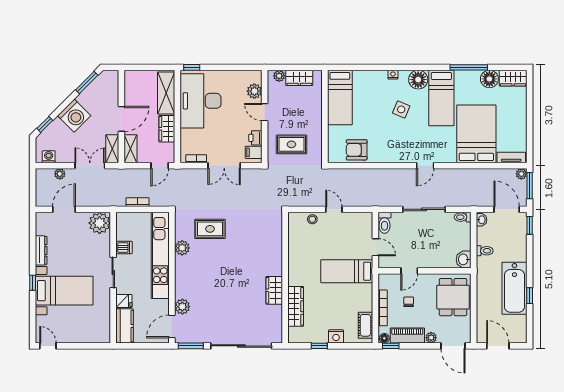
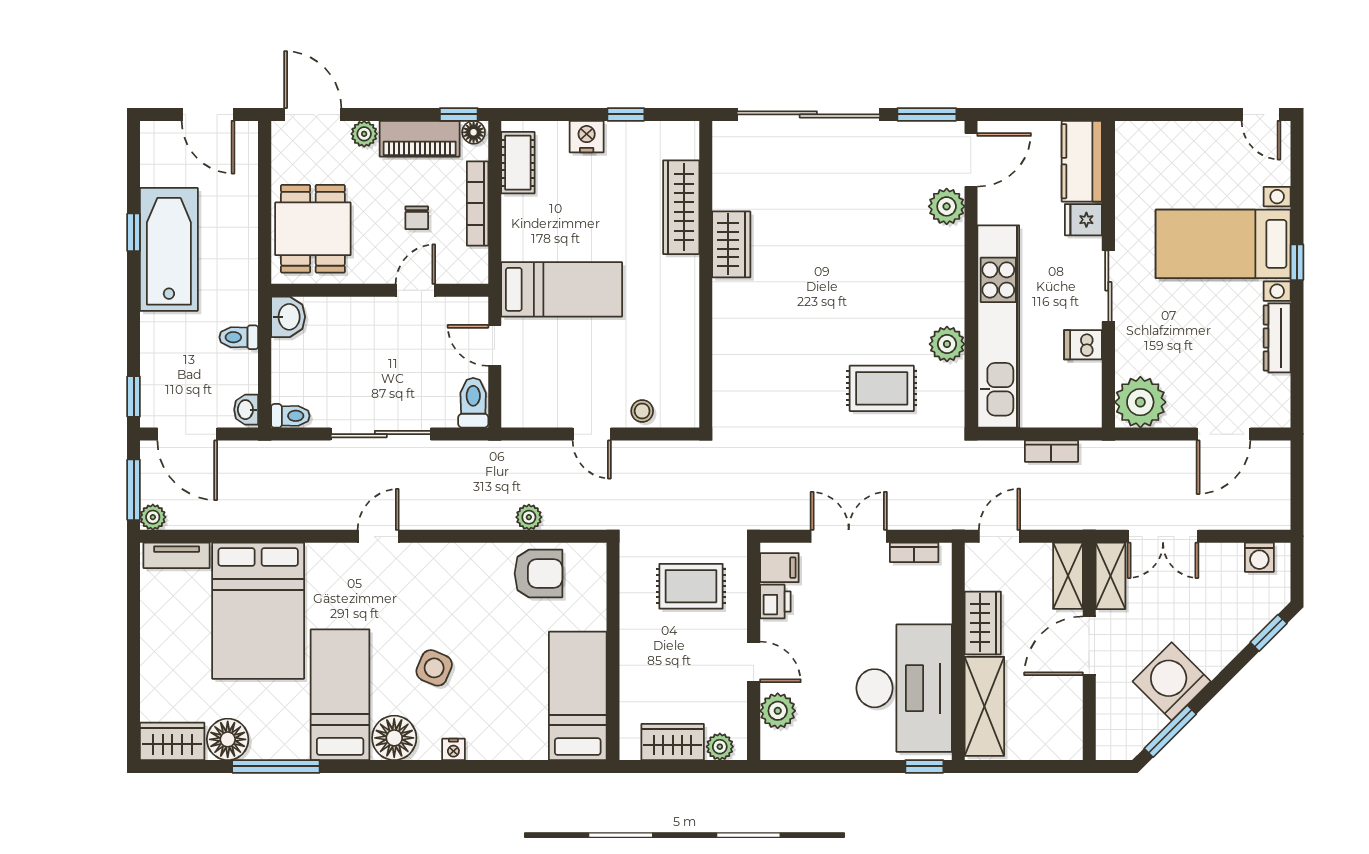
washing machine: (74, 116) -> (1172, 681), moved
plant: (60, 174) -> (529, 517), moved

